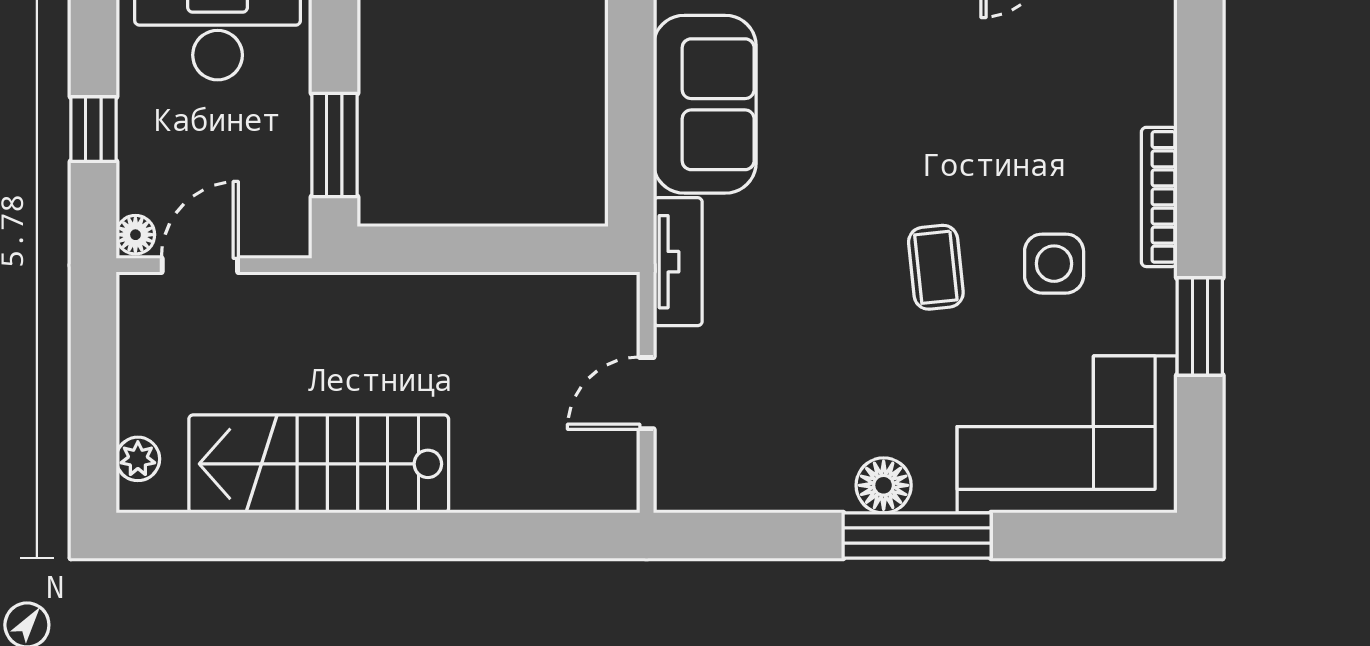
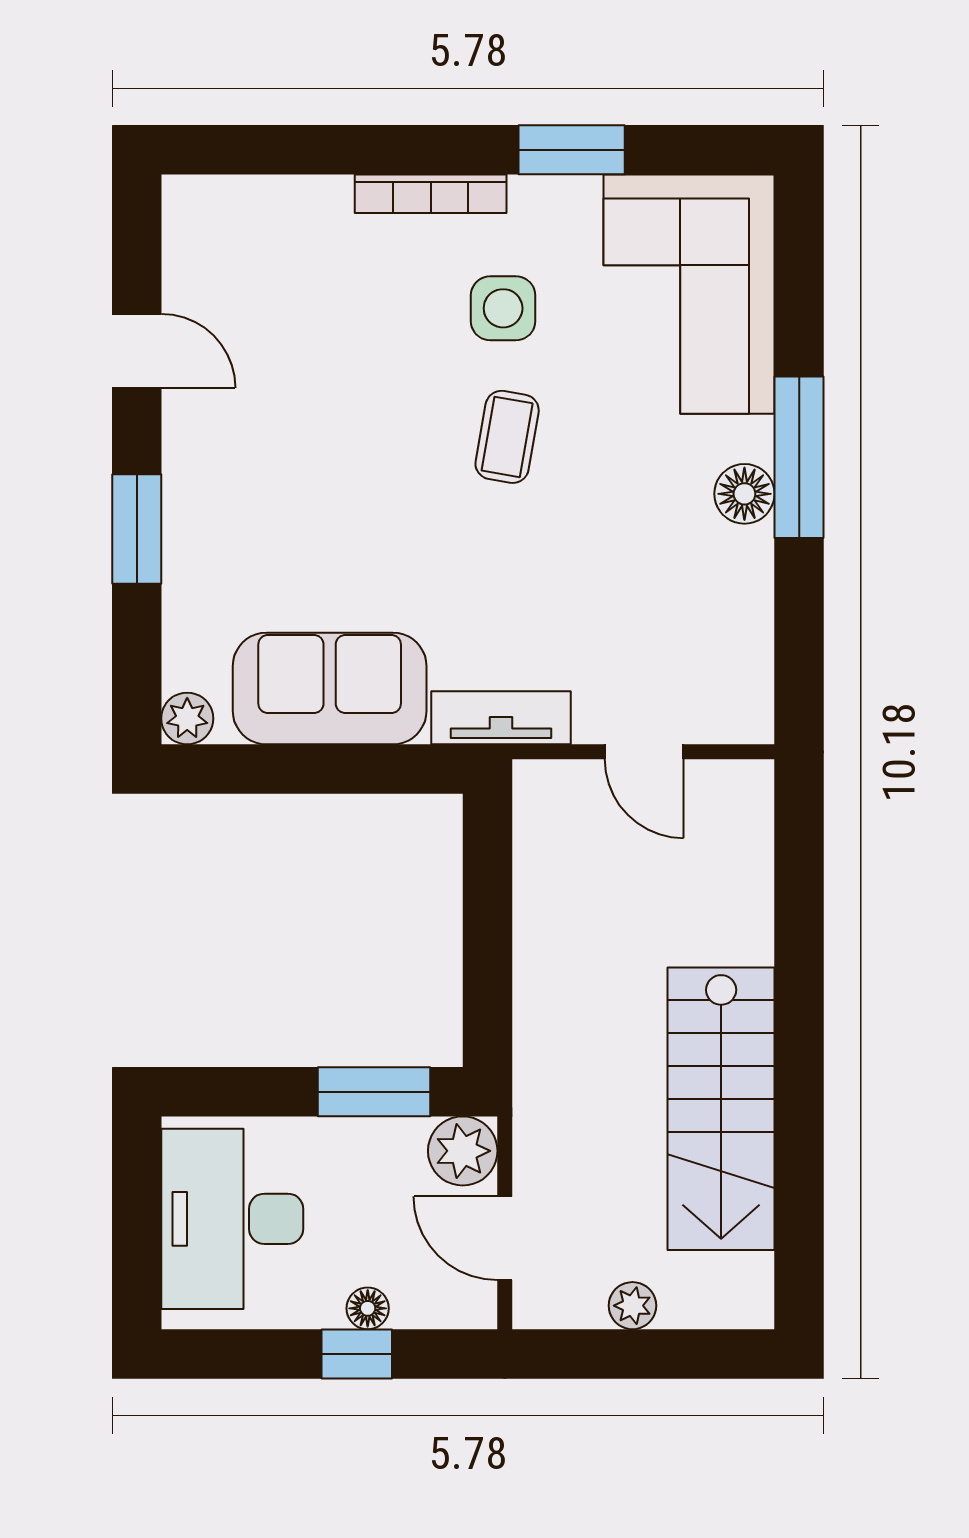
plant: (280, 227) -> (463, 1151), added
floor lamp: (135, 235) -> (368, 1308), moved
coffee table: (936, 267) -> (507, 437), turned -74
plant: (138, 459) -> (632, 1306), moved

